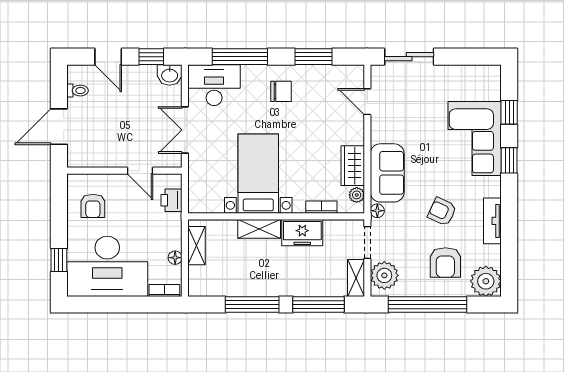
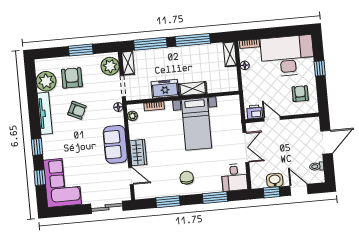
window: (240, 57) -> (215, 197), width x0.69
washbasin: (170, 75) -> (275, 180), moved
desk: (214, 85) -> (234, 177), width x0.73
chair: (281, 91) -> (187, 178), turned 90
corner sofa: (475, 138) -> (62, 182), moved
wardrobe: (353, 166) -> (138, 153), moved
sofa: (387, 173) -> (115, 144), moved
printer: (171, 200) -> (255, 112), moved, turned -90
tv unit: (492, 221) -> (45, 113), width x1.41
shelving: (197, 246) -> (230, 54), moved
window: (59, 260) -> (320, 68), moved
plant: (486, 281) -> (46, 81), moved
window: (428, 305) -> (81, 50), width x0.47

